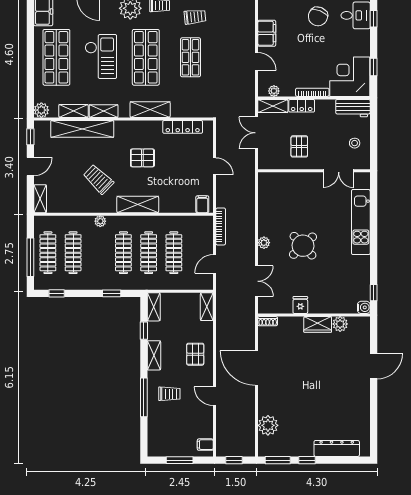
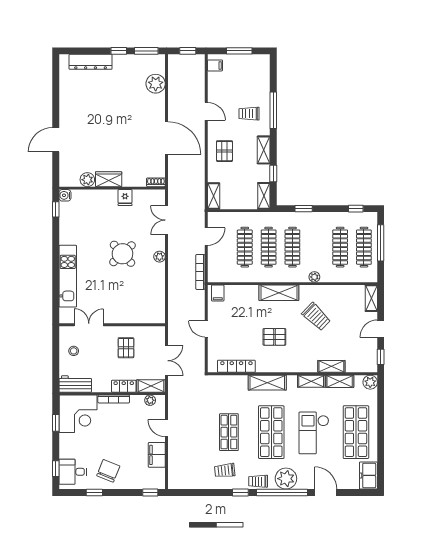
shelving: (82, 129) -> (331, 366), width x0.45, depth x0.75

